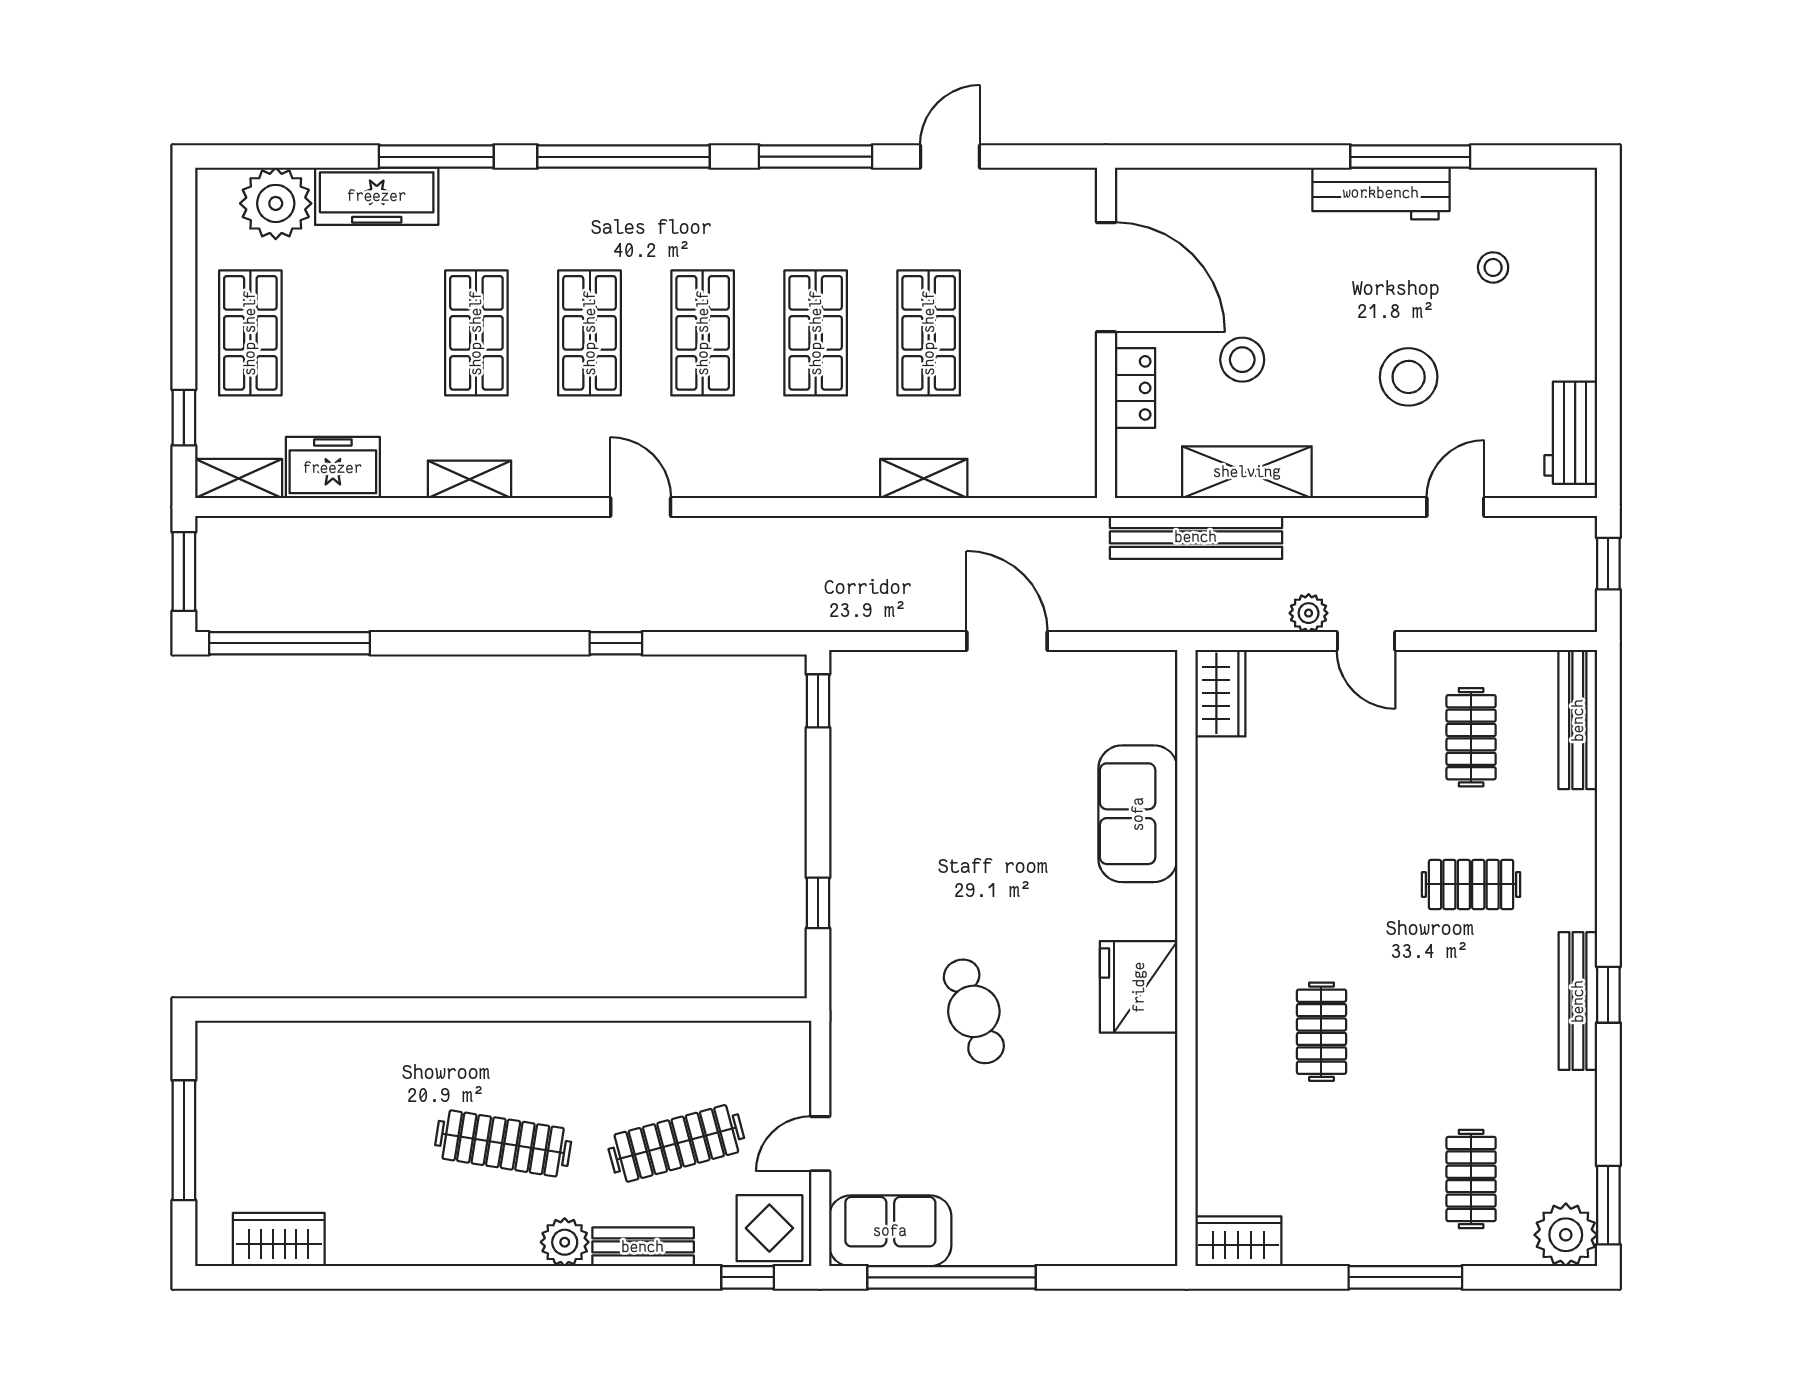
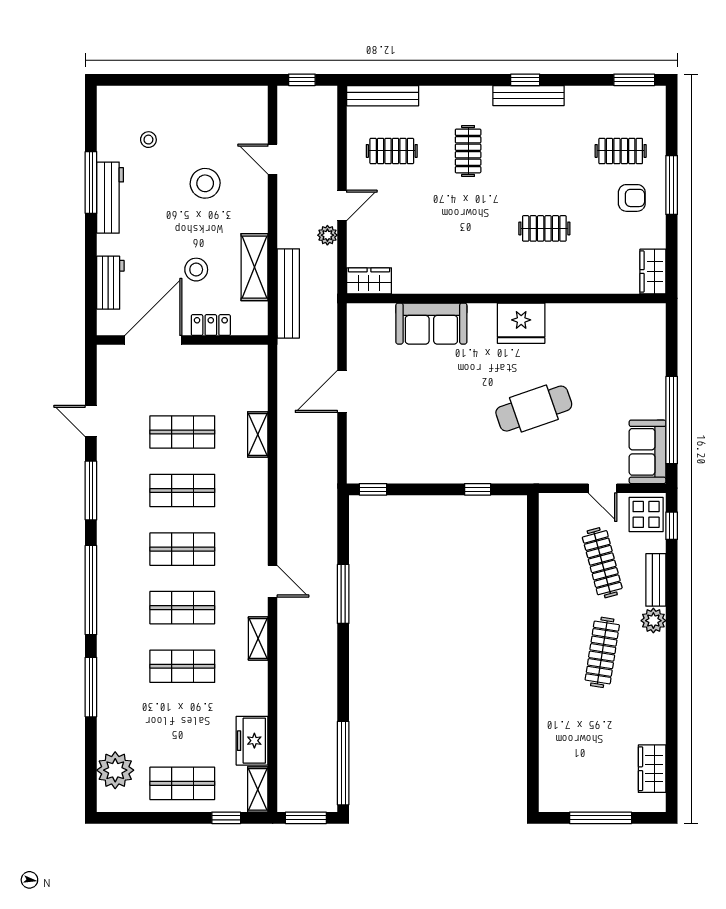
freezer: (377, 196) -> (112, 718), removed
workbench: (1571, 433) -> (110, 283), moved, turned -90
shelving: (469, 479) -> (258, 638), moved
door: (641, 507) -> (273, 581), swing flipped
window: (616, 643) -> (343, 594), width x2.17
cafe table: (974, 1011) -> (534, 409), width x1.37, depth x1.35
armchair: (1380, 1200) -> (632, 198), added
plant: (1566, 1235) -> (650, 102), removed

